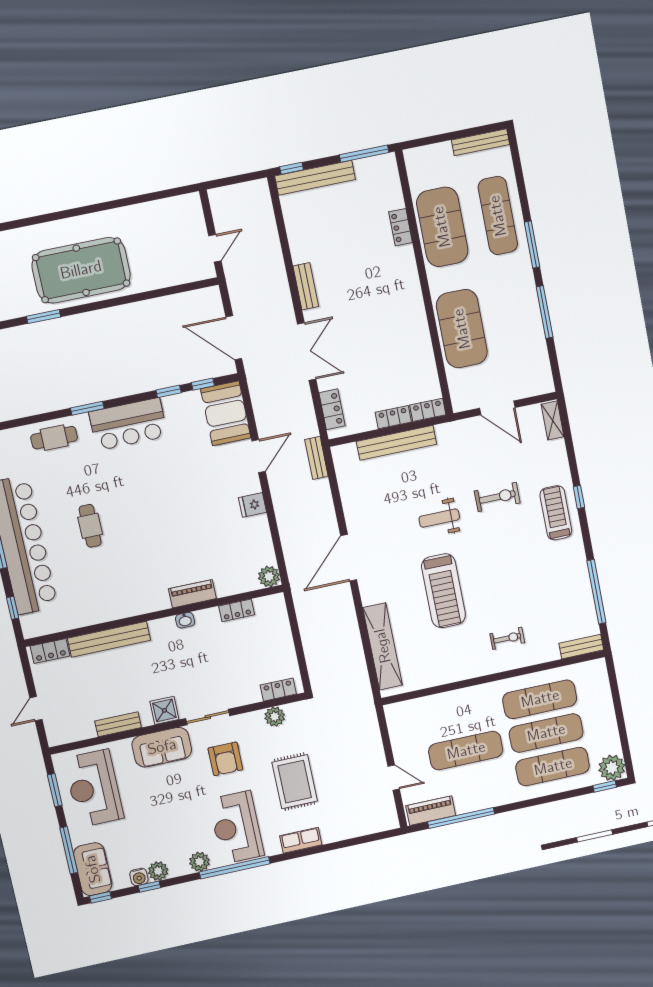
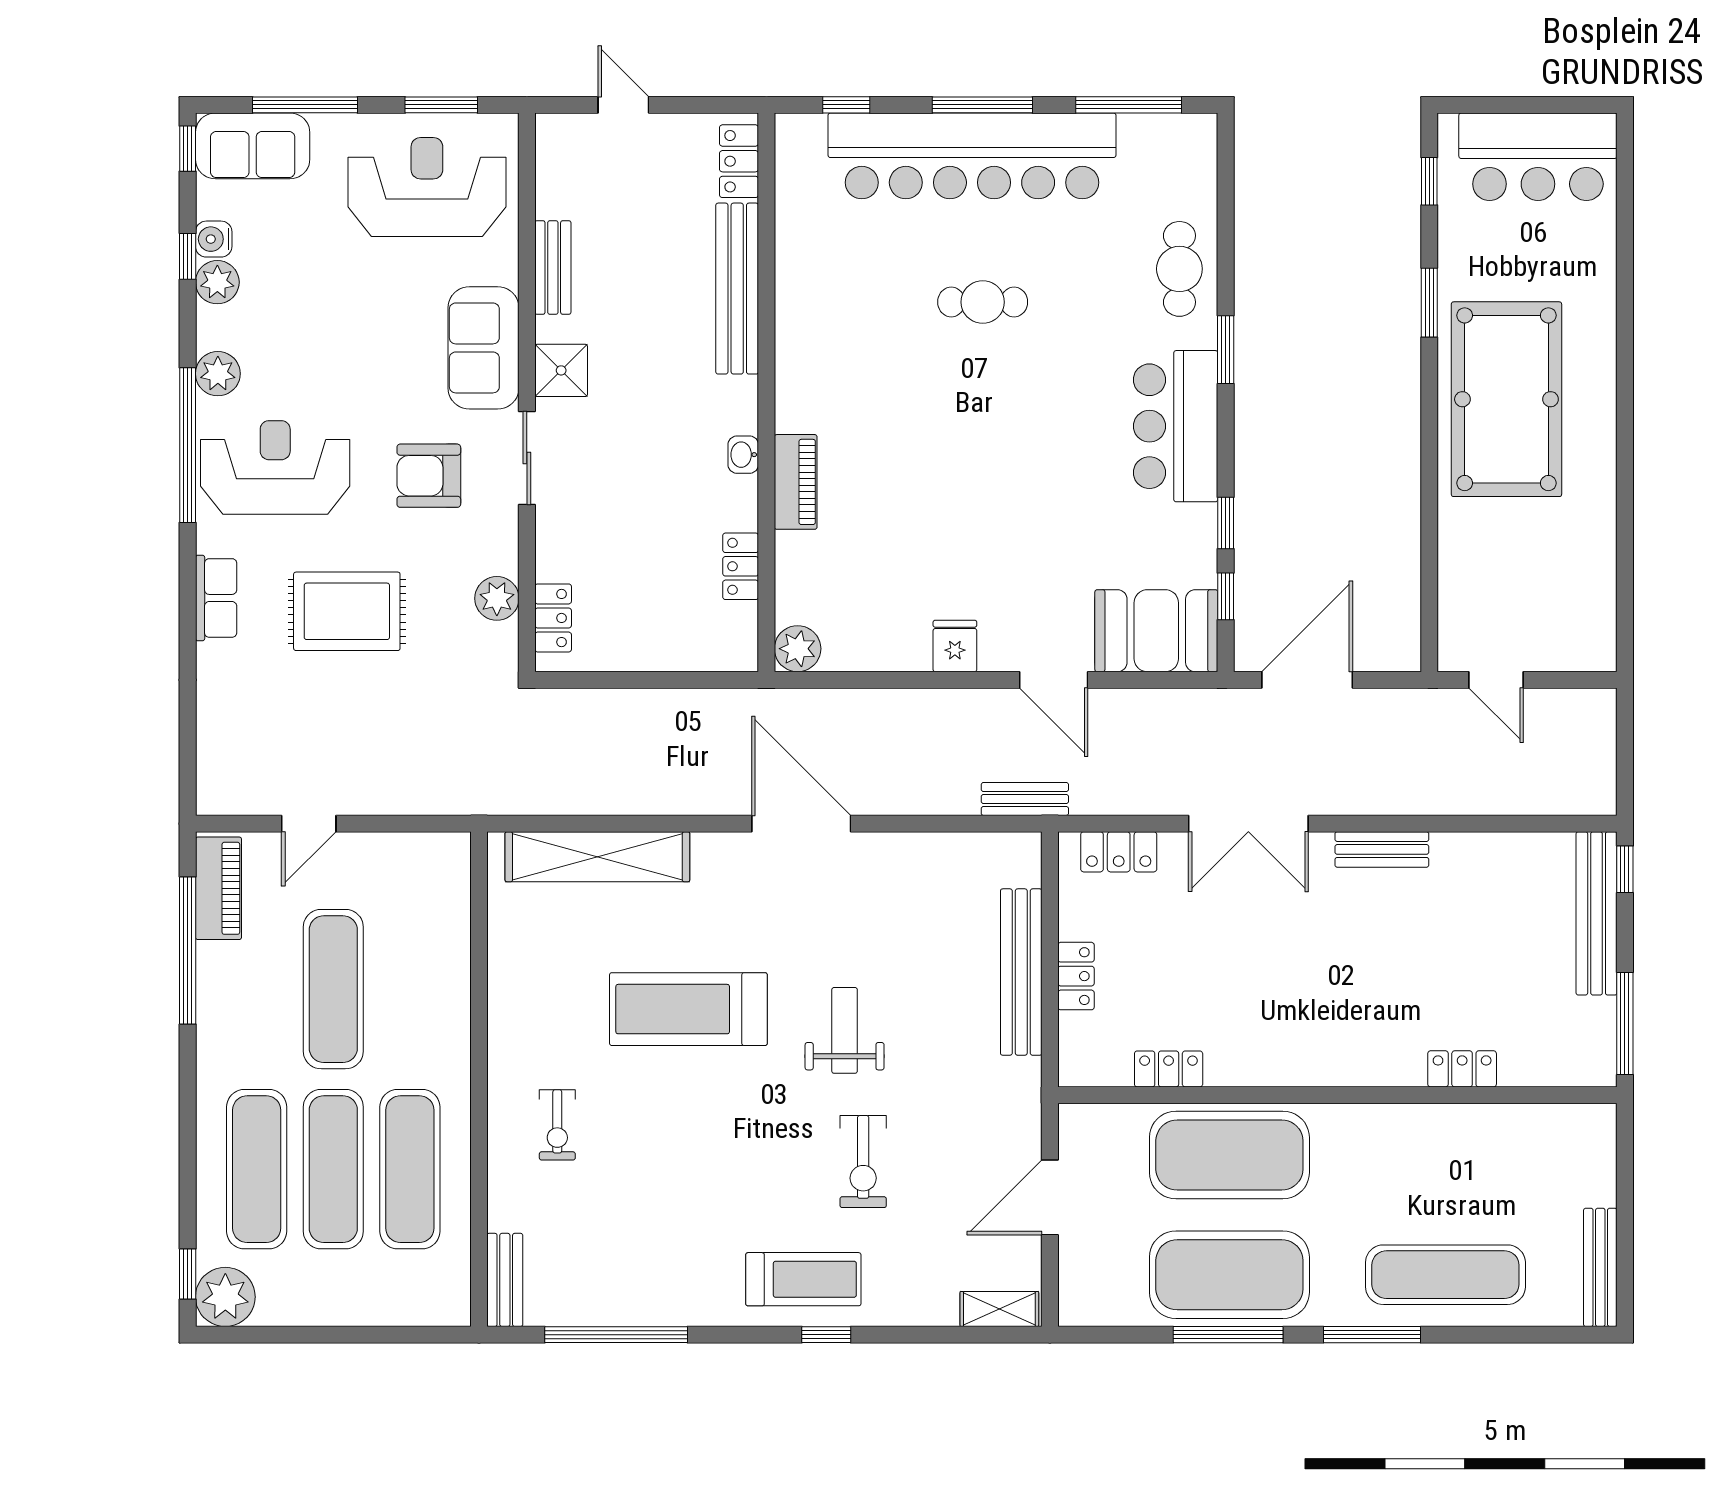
exercise mat: (442, 227) -> (1229, 1275), moved
locker: (428, 410) -> (1169, 1069), moved, turned -90

